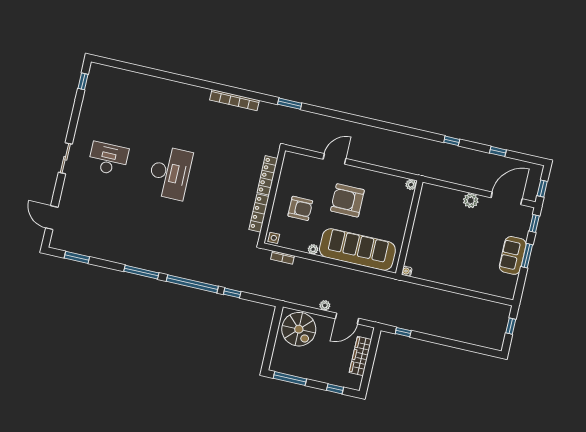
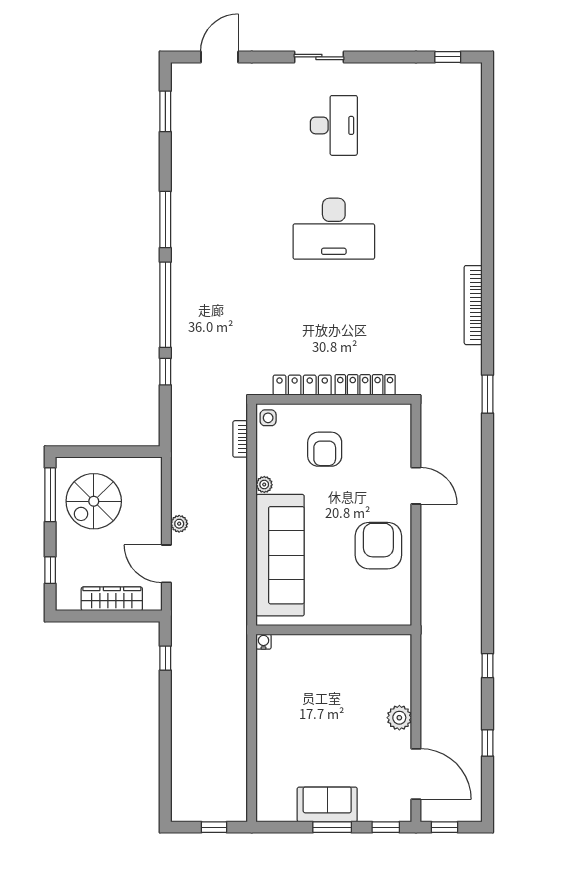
plant: (411, 185) -> (403, 617), removed
armchair: (347, 200) -> (378, 546), moved
spiral stairs: (299, 329) -> (94, 501), moved

